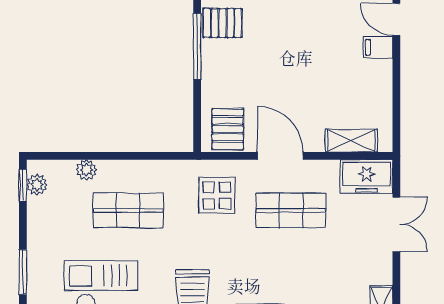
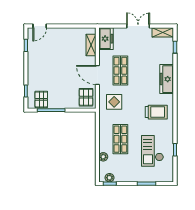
filing cabinet: (378, 47) -> (52, 34), removed
pallet: (228, 129) -> (86, 97), turned 90
door: (280, 156) -> (97, 75), hinge flipped
double door: (396, 224) -> (138, 26), moved

